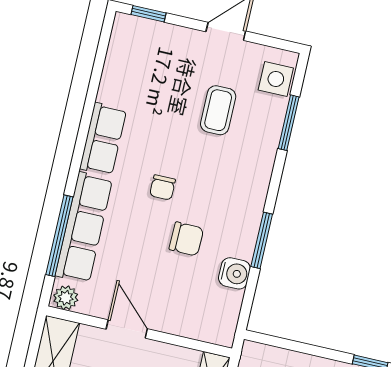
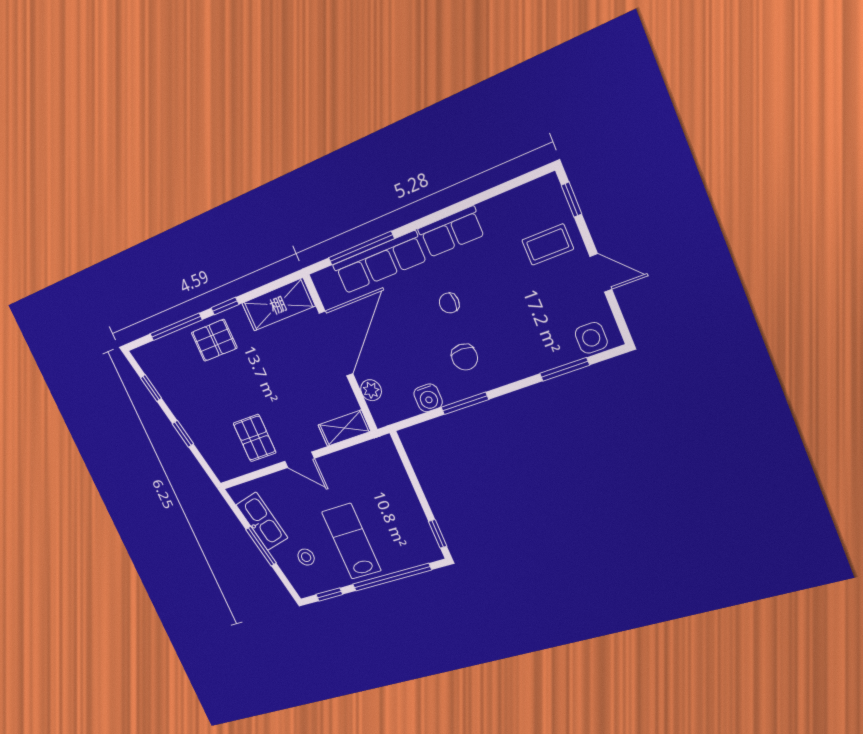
coffee table: (218, 110) -> (548, 245), moved
chair: (186, 239) -> (464, 357), moved
plant: (66, 298) -> (371, 390), moved
door: (127, 329) -> (336, 344), width x1.88

